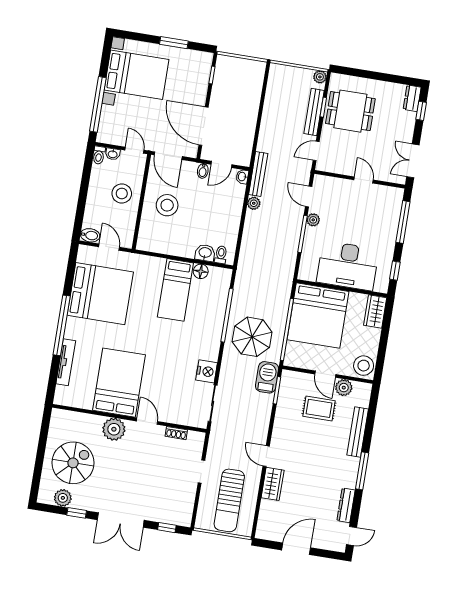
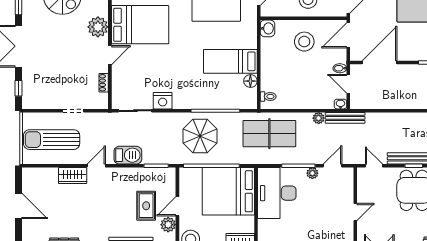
washbasin: (205, 253) -> (267, 28), moved
table tennis table: (262, 260) -> (269, 134), added
desk: (348, 266) -> (277, 193), moved
barbecue: (267, 377) -> (128, 155), moved

